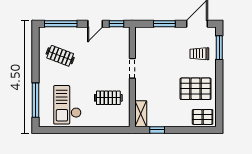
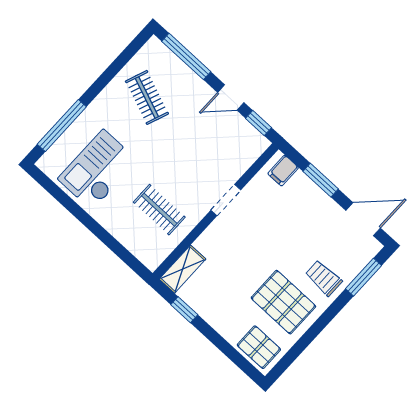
filing cabinet: (145, 34) -> (283, 171), added
trolley: (199, 54) -> (324, 278), moved

